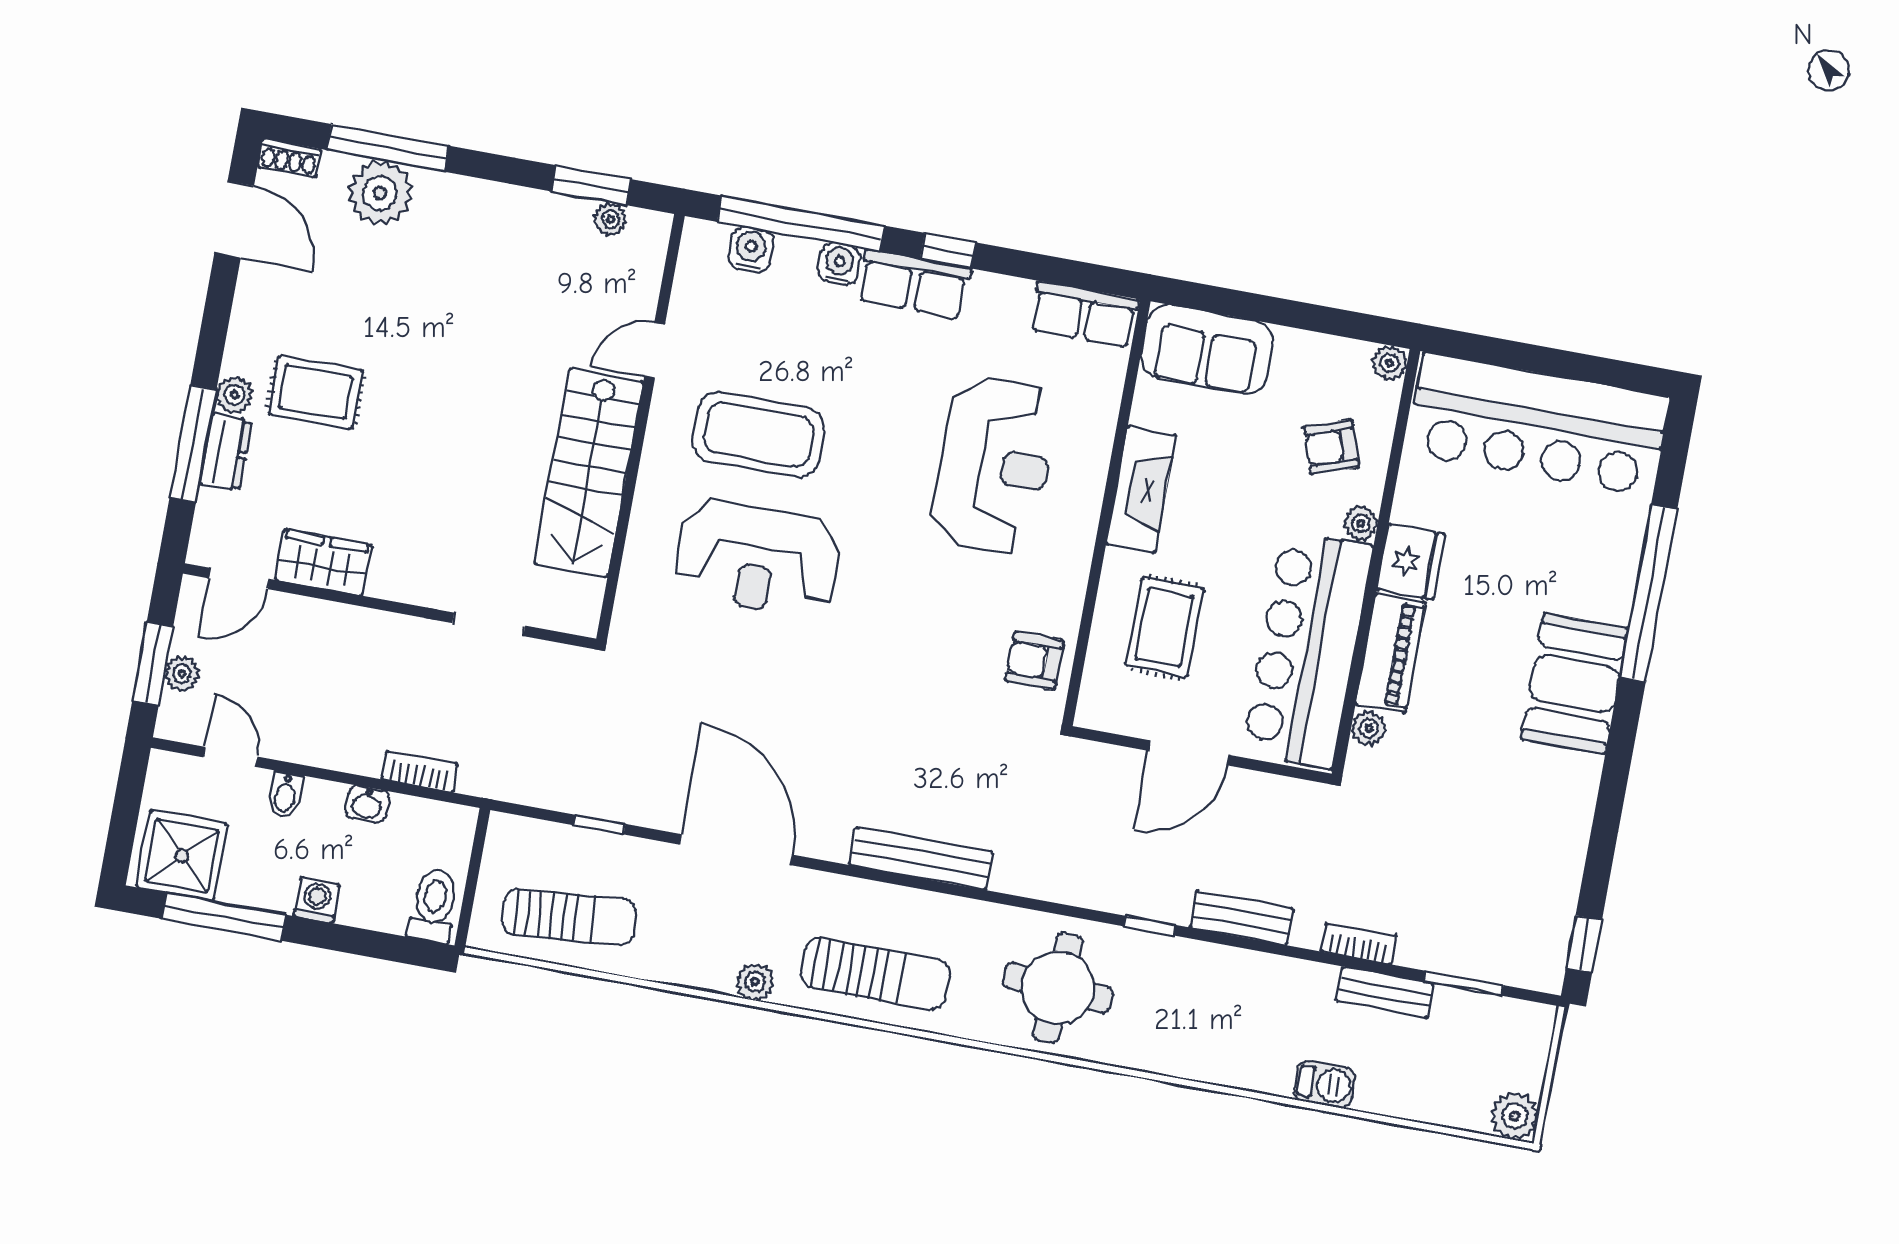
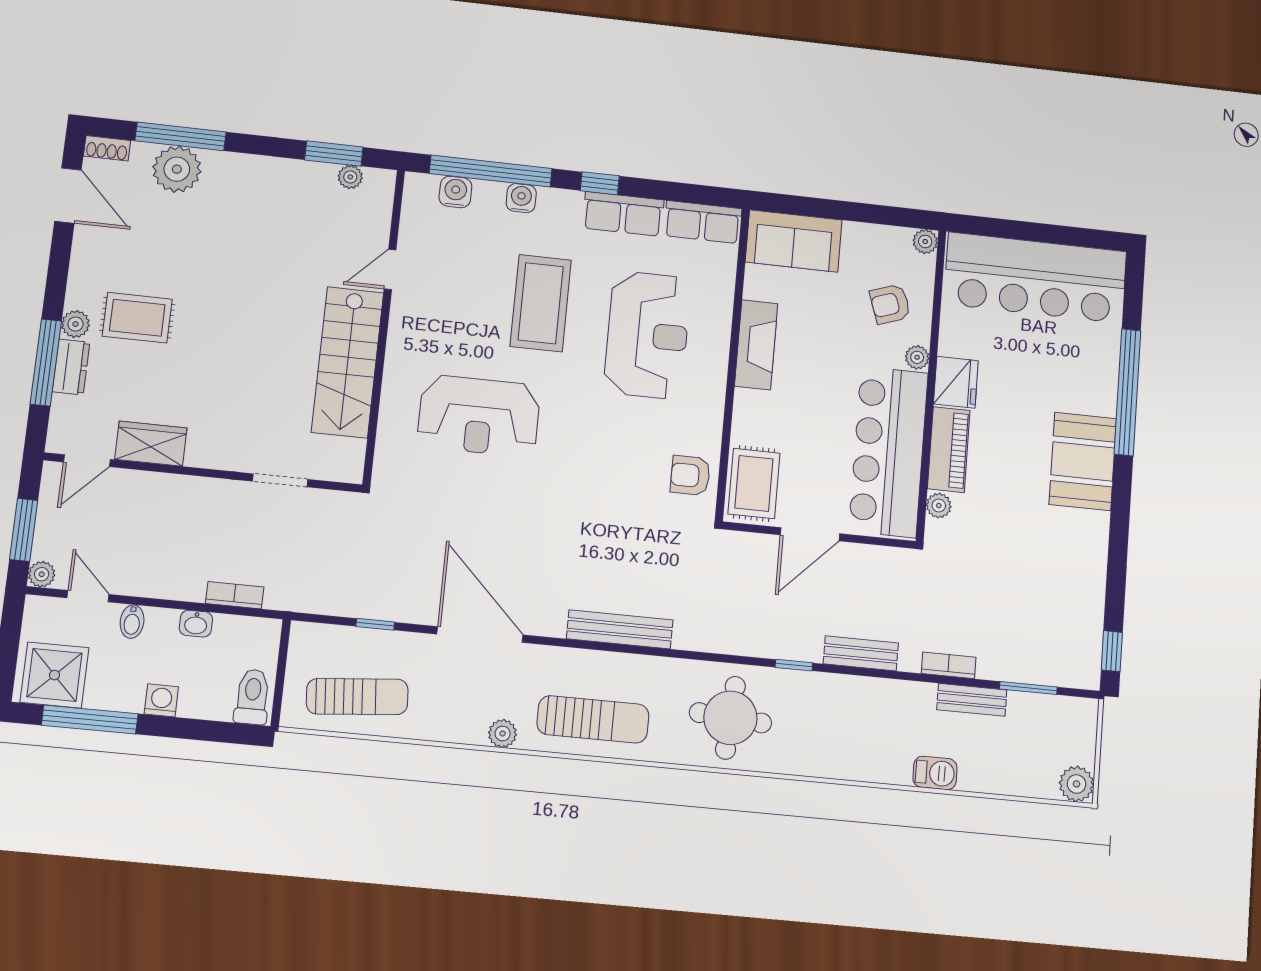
row of seats: (914, 284) -> (623, 214), moved
coffee table: (758, 435) -> (541, 303), moved, turned 90
rug: (1164, 627) -> (754, 483), moved
plant: (182, 674) -> (42, 574), moved

